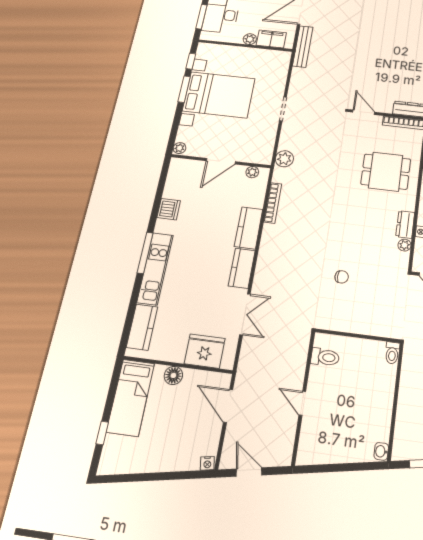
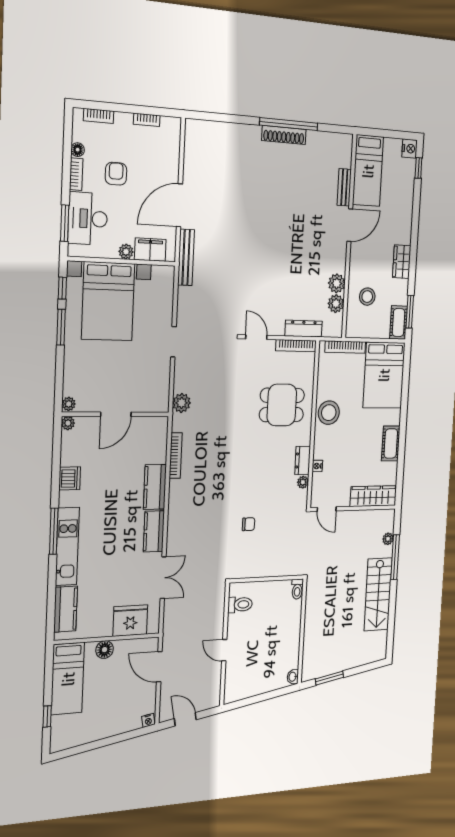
bed with nightstands: (219, 95) -> (108, 301), moved, turned 90
plant: (252, 172) -> (68, 423), moved

